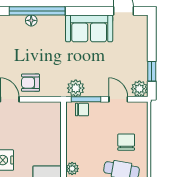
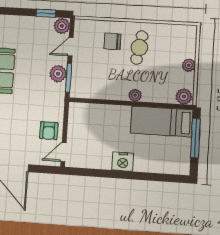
plant: (76, 88) -> (58, 74), moved
chair: (82, 110) -> (78, 82), removed

